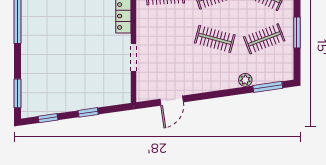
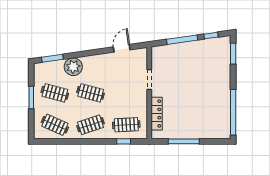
clothes rail: (264, 39) -> (55, 93), turned 36
plant: (245, 80) -> (73, 67), width x1.87, depth x1.87
window: (88, 112) -> (182, 40), width x2.17

